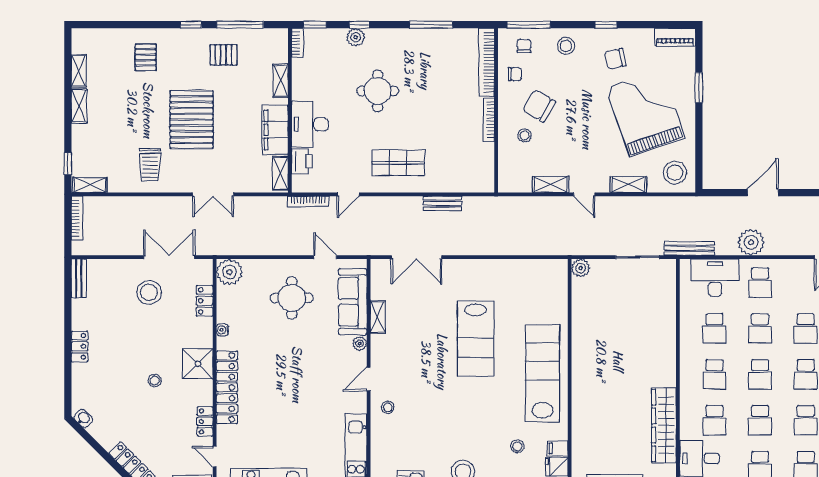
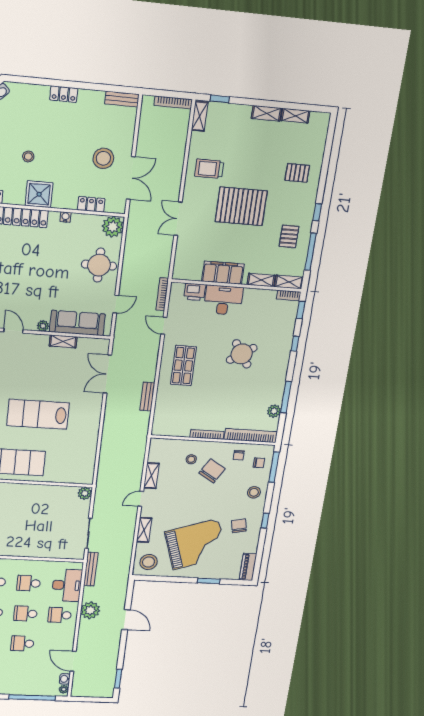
plant: (356, 37) -> (274, 411), moved
round table: (378, 91) -> (242, 354), turned -33
shelving: (280, 173) -> (289, 282), moved
round table: (292, 298) -> (99, 265), moved

